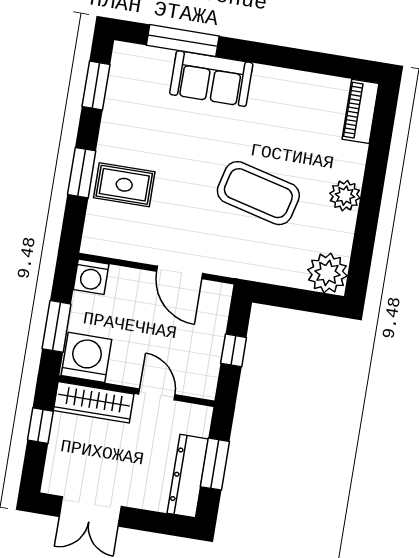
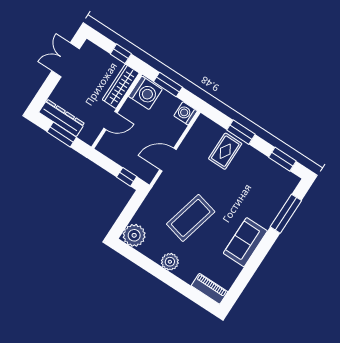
sofa: (211, 79) -> (245, 242), moved
window: (234, 350) -> (127, 177), moved

